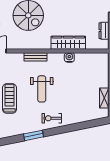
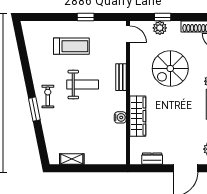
weight bench: (42, 89) -> (83, 85), turned 180
window: (34, 135) -> (34, 109), moved

